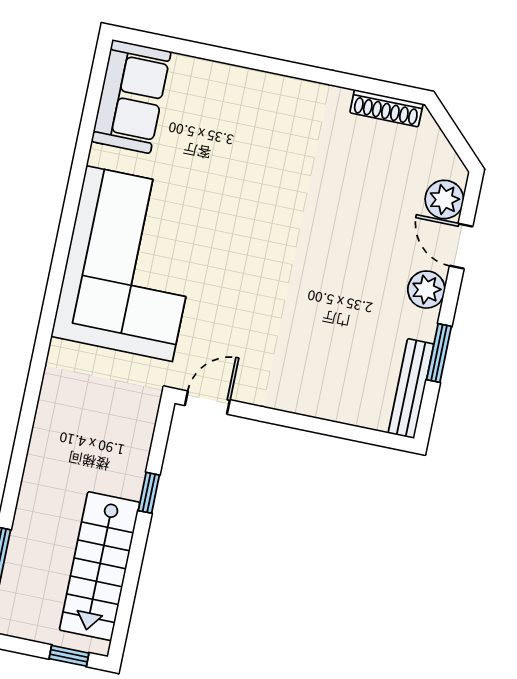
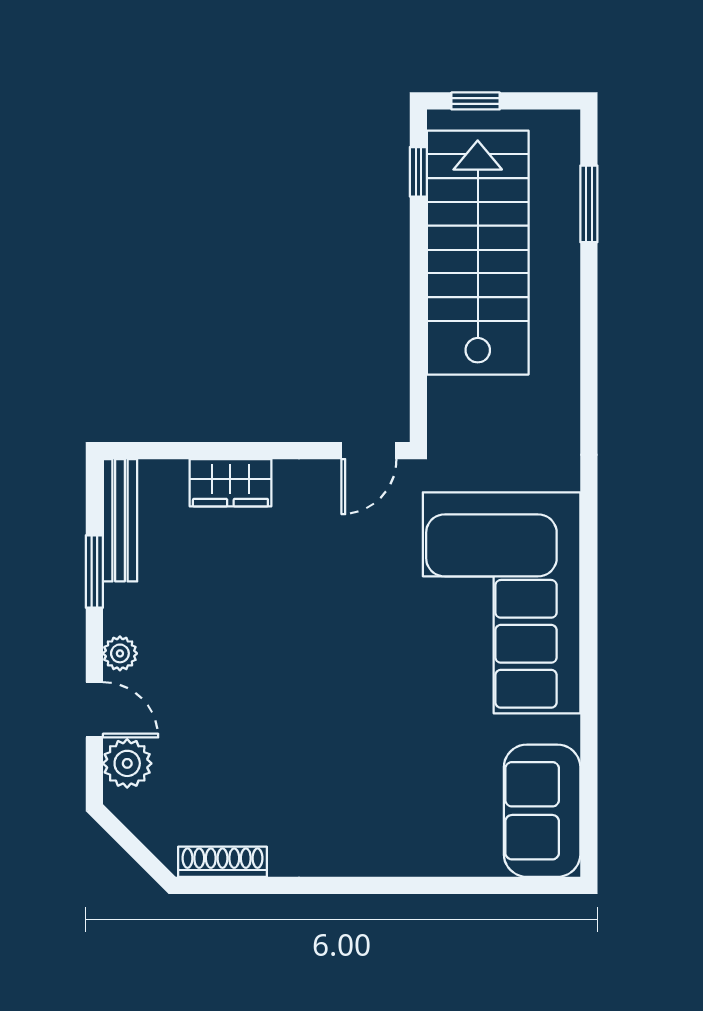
plant: (426, 290) -> (120, 653), width x0.73, depth x0.73
wardrobe: (320, 400) -> (230, 483), added
window: (149, 493) -> (418, 172), moved
stairs: (100, 566) -> (478, 253), width x1.36, depth x1.51

